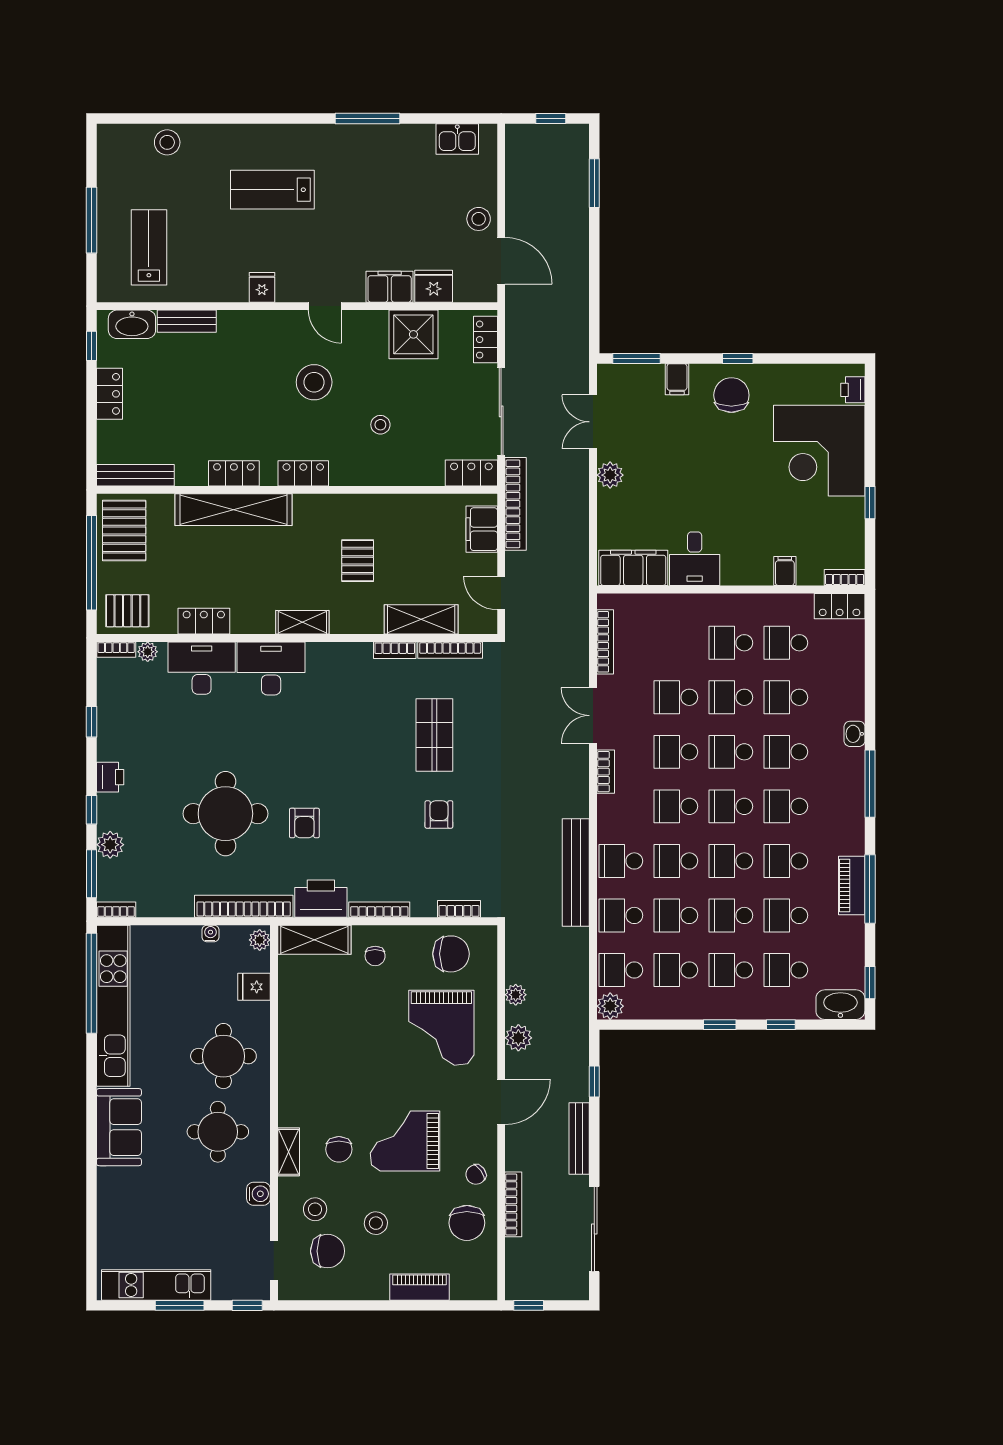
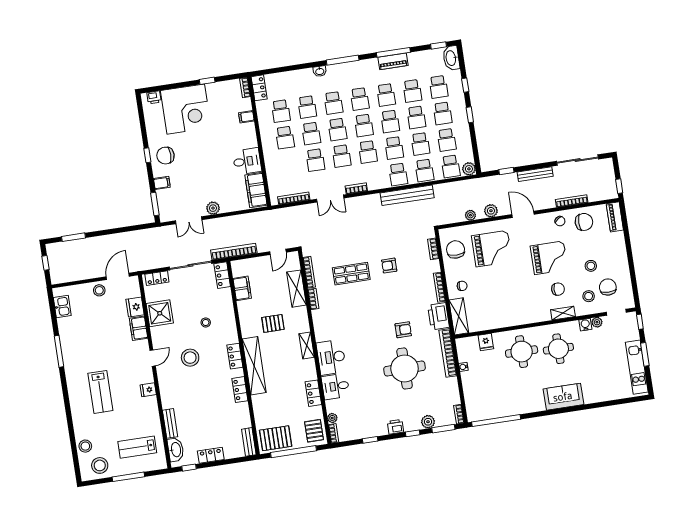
stool: (123, 166) -> (100, 465), added
bench: (135, 475) -> (249, 442), width x0.73
shelving: (233, 510) -> (254, 366), moved
filing cabinet: (482, 529) -> (242, 288), moved, turned -90
desk: (202, 668) -> (335, 386), width x0.73
plant: (260, 940) -> (597, 322), moved
kitchen unit: (113, 1006) -> (505, 408), removed
grand piano: (405, 1141) -> (549, 258), turned -90
piano: (420, 1287) -> (615, 217), moved

